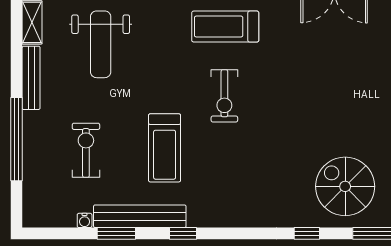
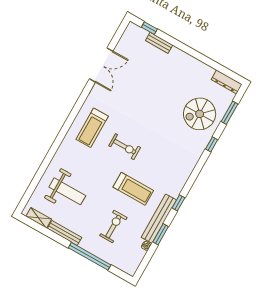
exercise bike: (86, 150) -> (113, 226), turned 90

